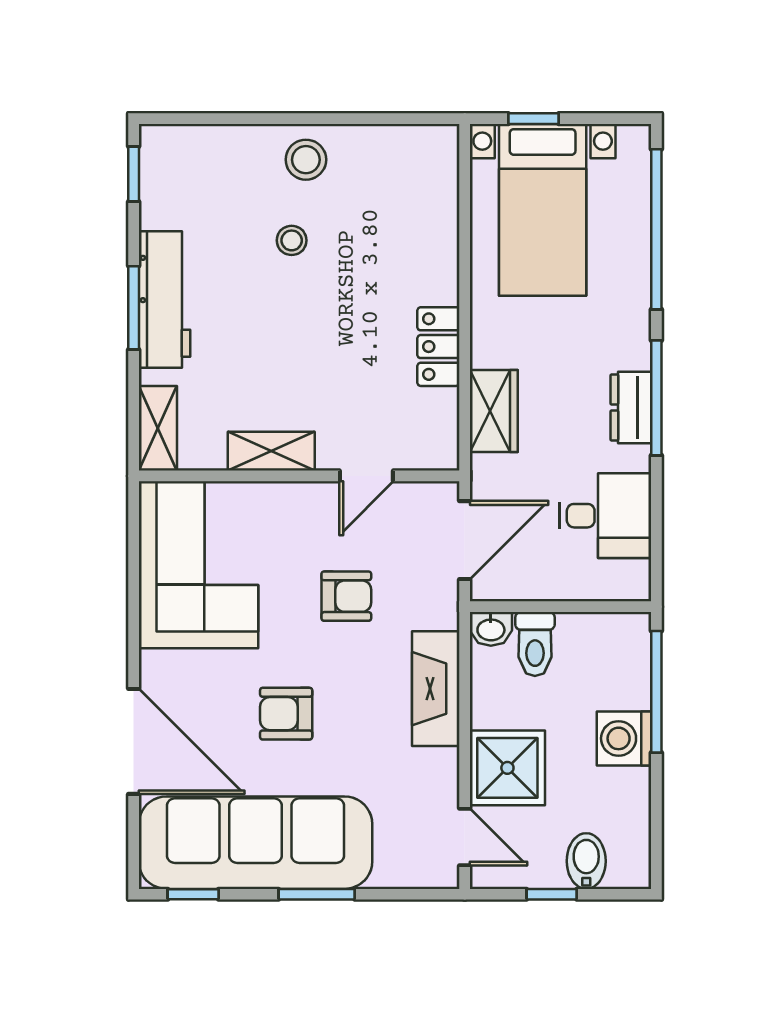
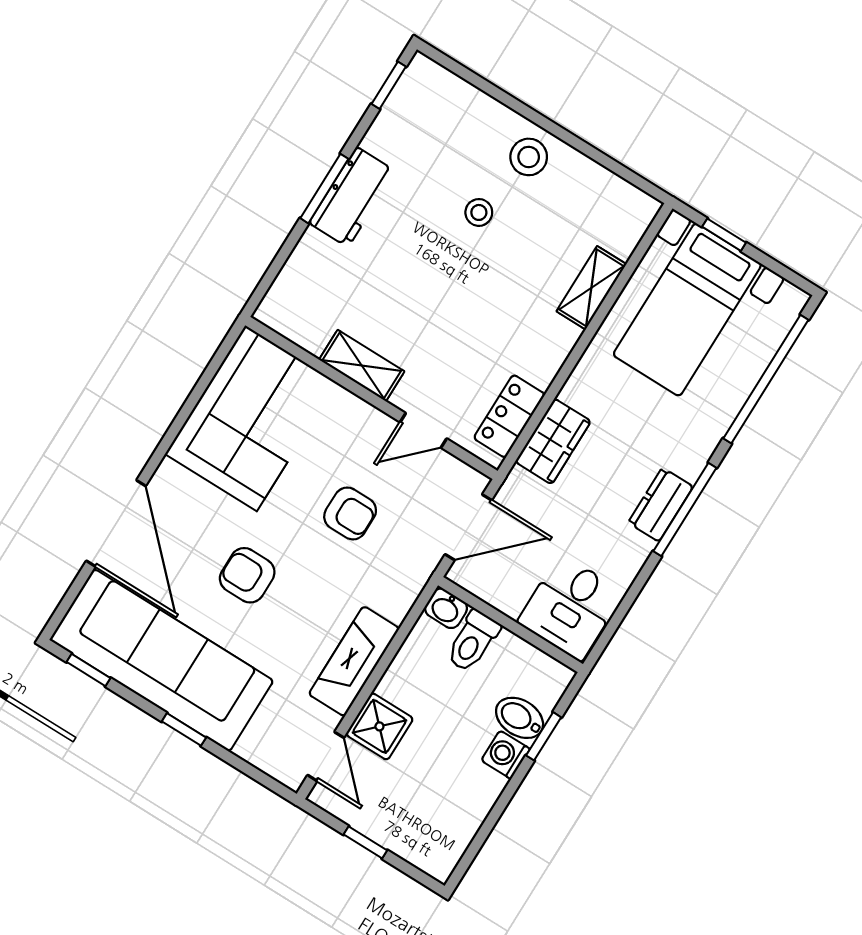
workbench: (164, 299) -> (352, 197), width x0.73
locker: (438, 347) -> (509, 416), moved
shelving: (158, 428) -> (591, 288), moved
desk: (605, 516) -> (571, 607), moved, turned 90
fireplace: (436, 689) -> (354, 661), moved
window: (656, 692) -> (544, 736), width x0.46
washing machine: (624, 738) -> (505, 755), width x0.73, depth x0.73
shower: (507, 768) -> (379, 726), width x0.73, depth x0.73
bidet: (586, 861) -> (520, 718), moved, turned -90
window: (317, 894) -> (184, 729), width x0.67

